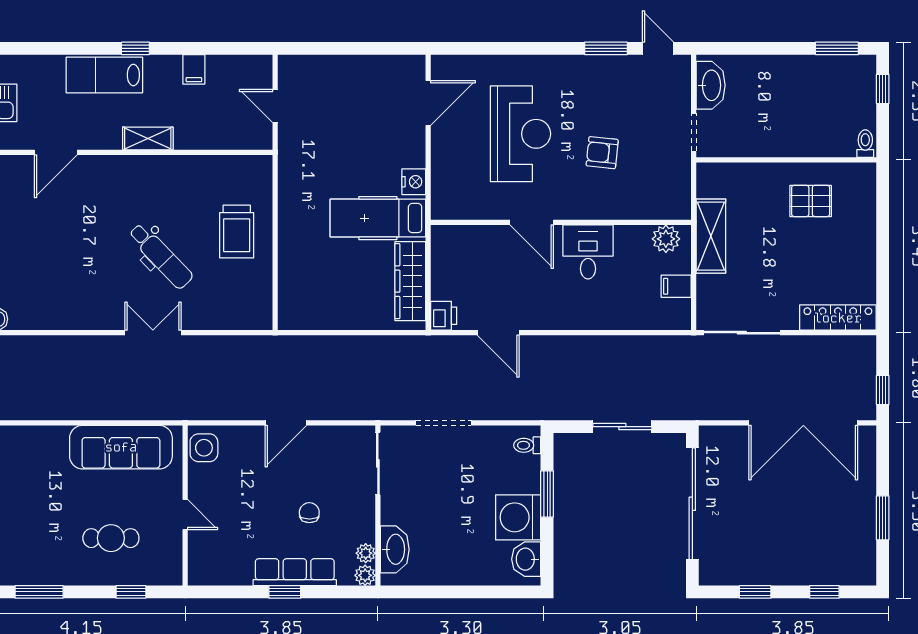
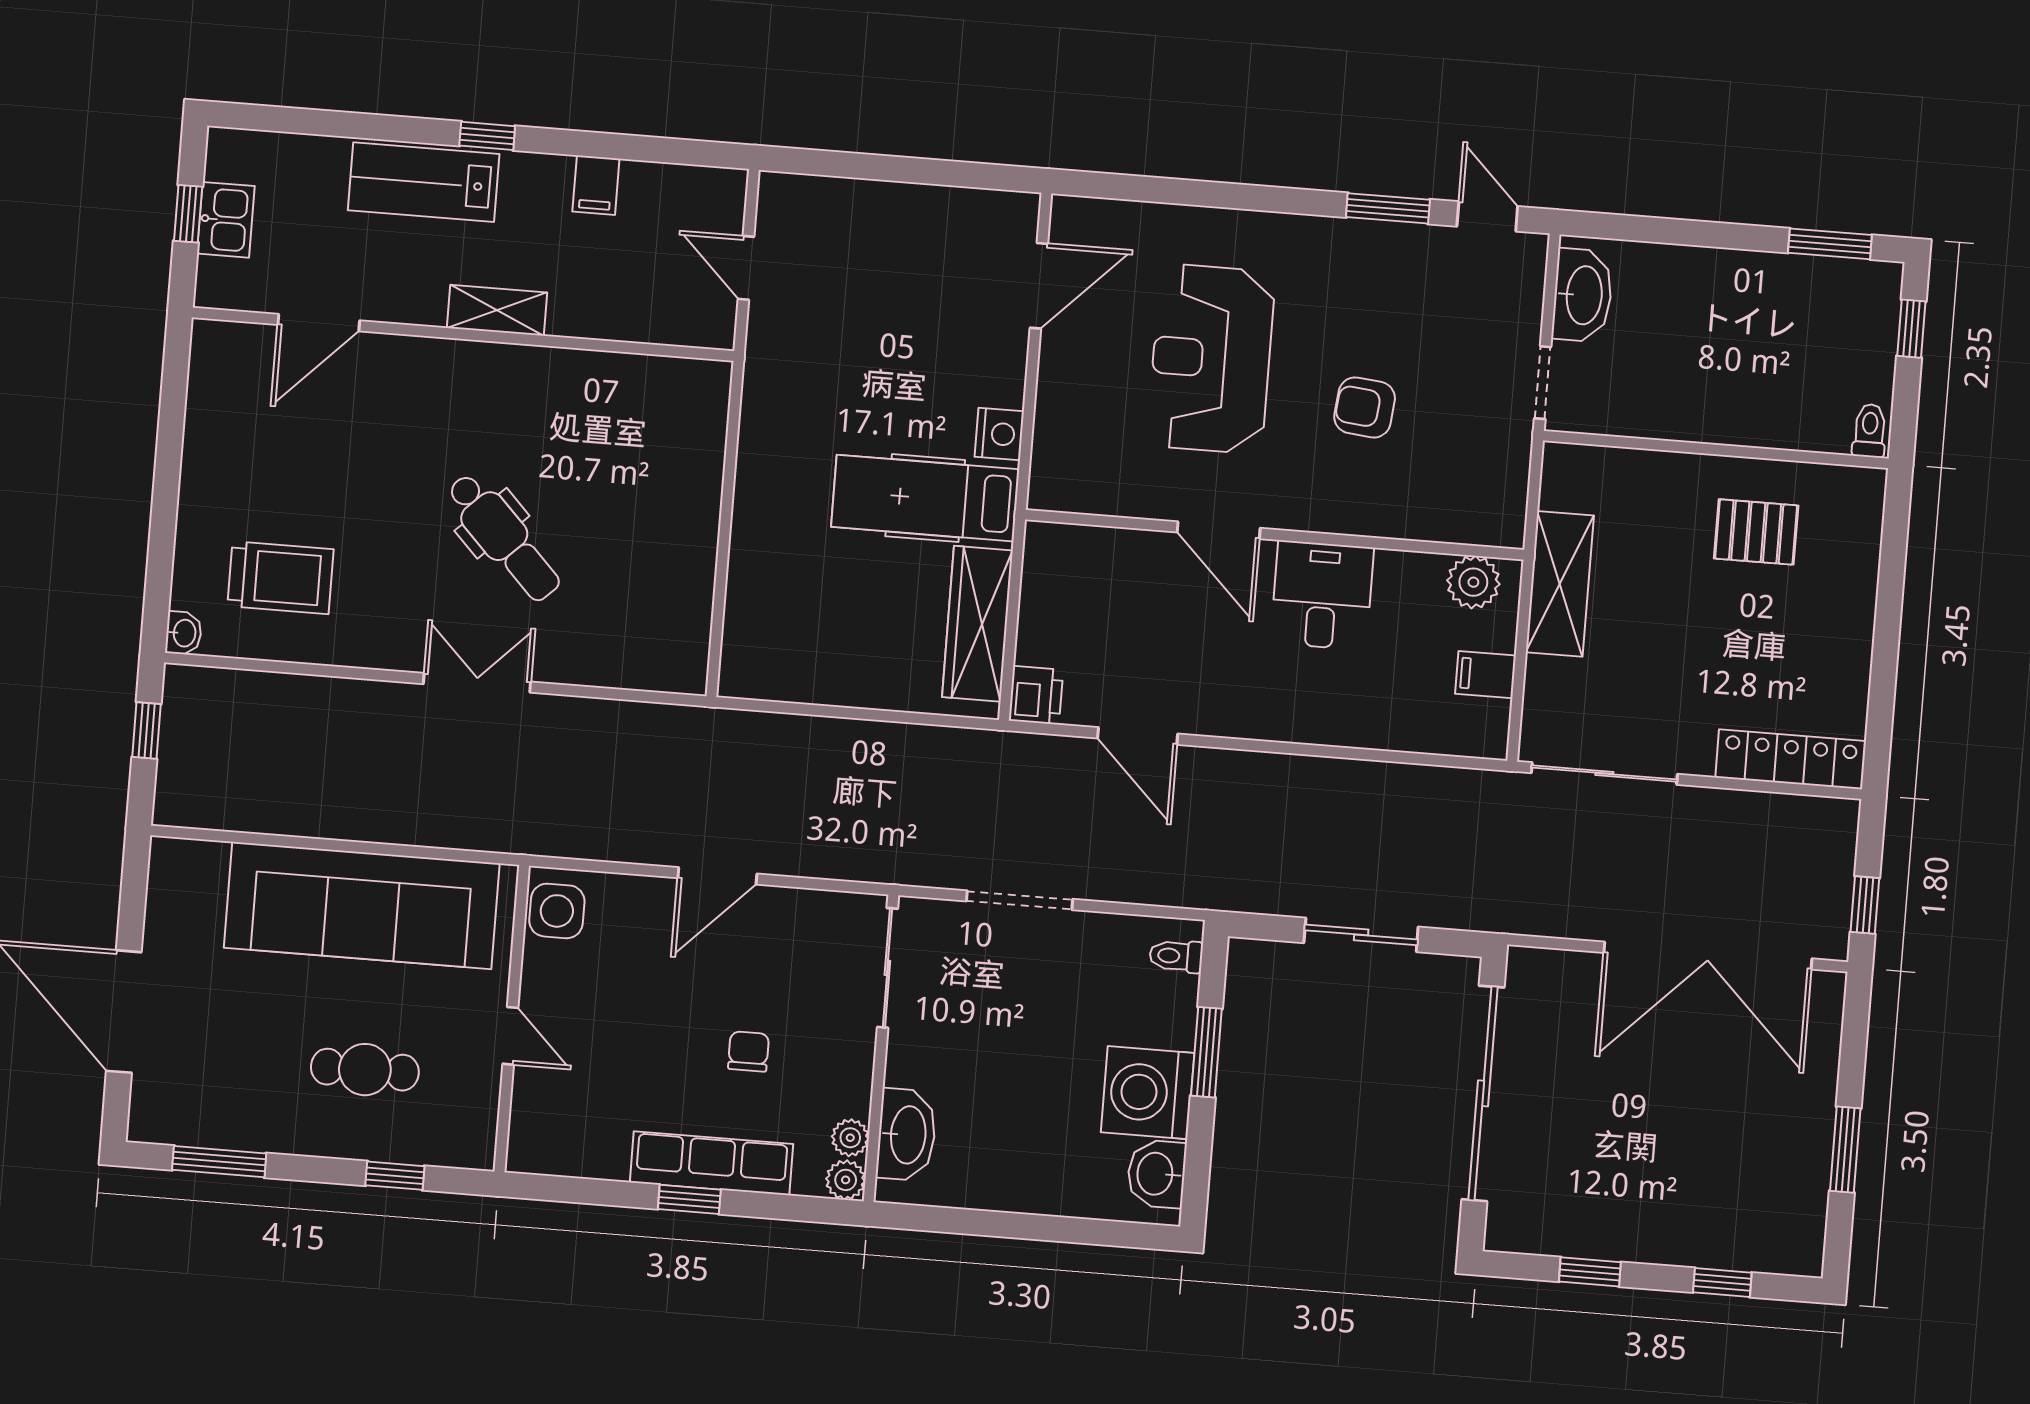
reception desk: (520, 134) -> (1211, 359), turned 180
trolley: (237, 232) -> (280, 578), moved, turned -90
sofa: (121, 447) -> (362, 906), width x1.36, depth x1.27

